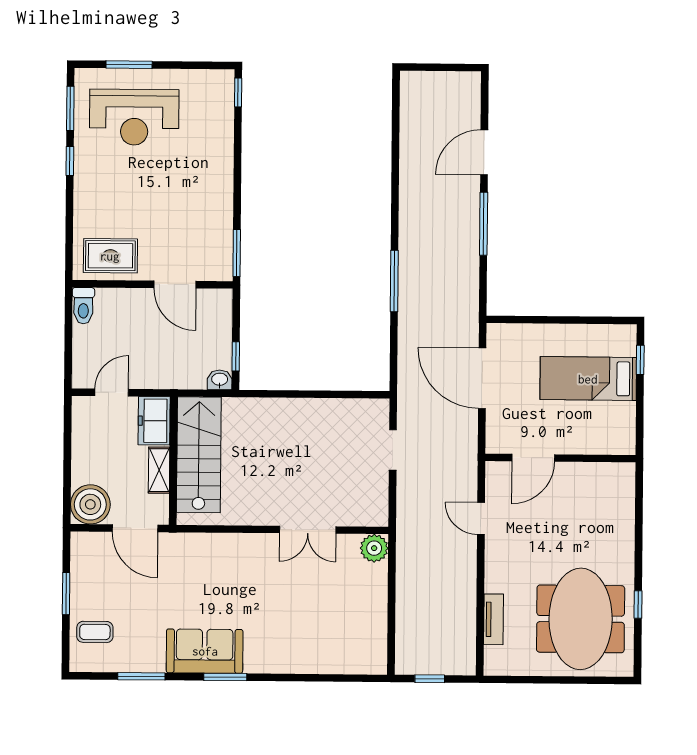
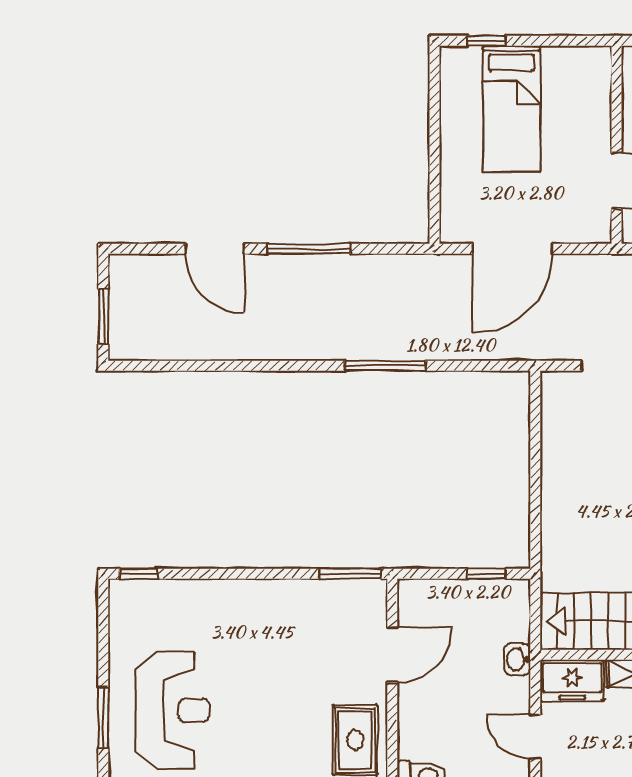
window: (433, 67) -> (103, 317), added
washbasin: (220, 380) -> (517, 659), moved

